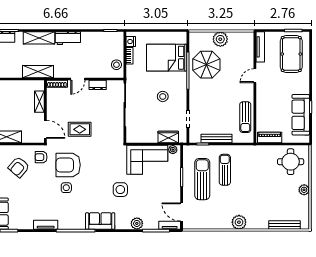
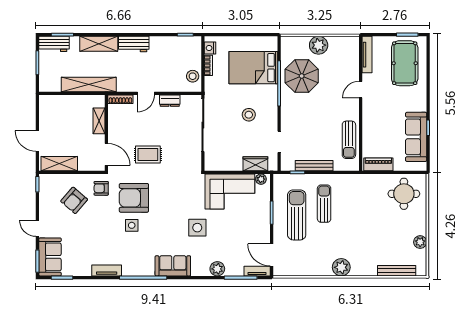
shelving: (38, 72) -> (89, 85), width x1.47
plant: (304, 190) -> (420, 242), moved

